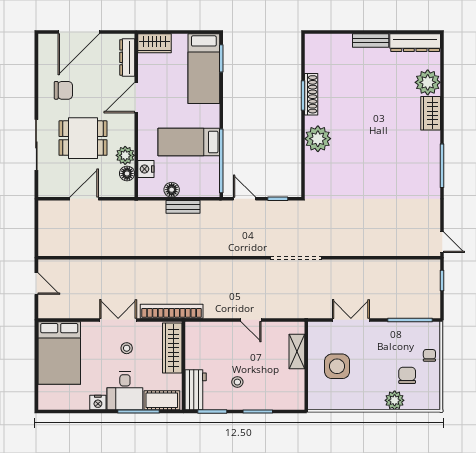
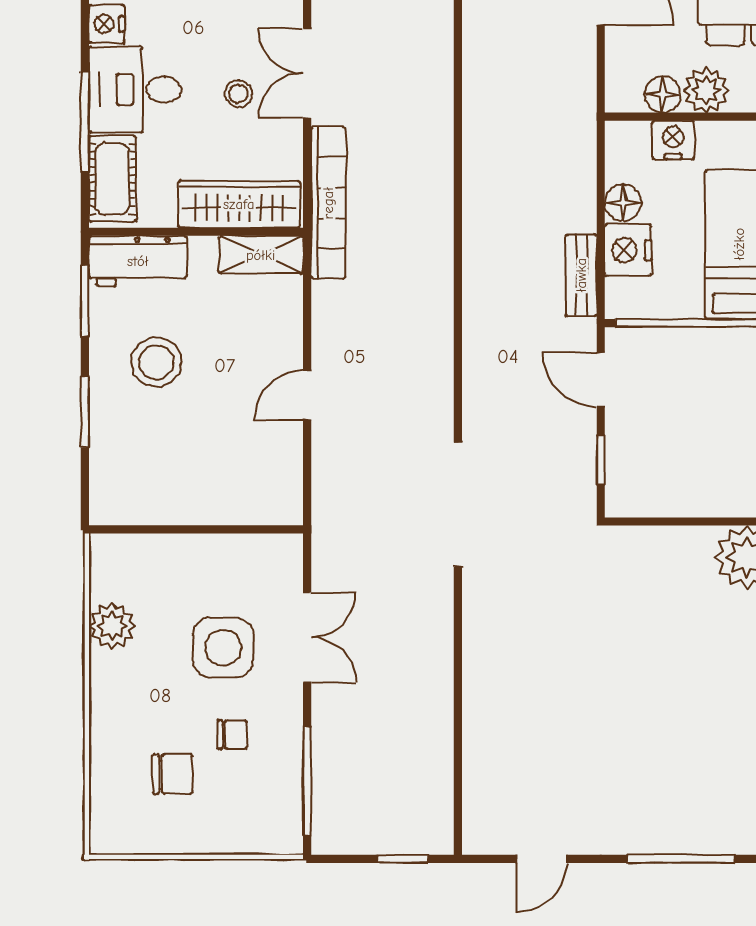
nightstand: (191, 188) -> (628, 250), added
door: (245, 199) -> (601, 380), swing flipped
bench: (183, 207) -> (581, 275), moved
door: (442, 242) -> (541, 859), moved
double door: (118, 320) -> (307, 73), swing flipped
shelving: (297, 352) -> (261, 255), moved
chair: (429, 355) -> (232, 735), moved
side table: (337, 366) -> (223, 648), moved
stool: (237, 382) -> (156, 362), width x1.89, depth x1.89
plant: (395, 400) -> (112, 626), moved

